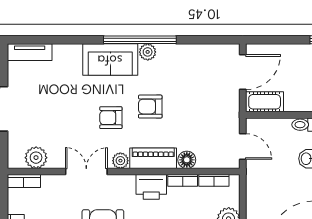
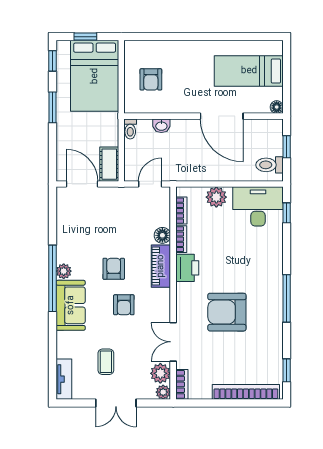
coffee table: (49, 98) -> (106, 362), added
armchair: (150, 107) -> (114, 269), turned 180
plant: (120, 161) -> (163, 392), moved
double door: (86, 172) -> (173, 342), moved

